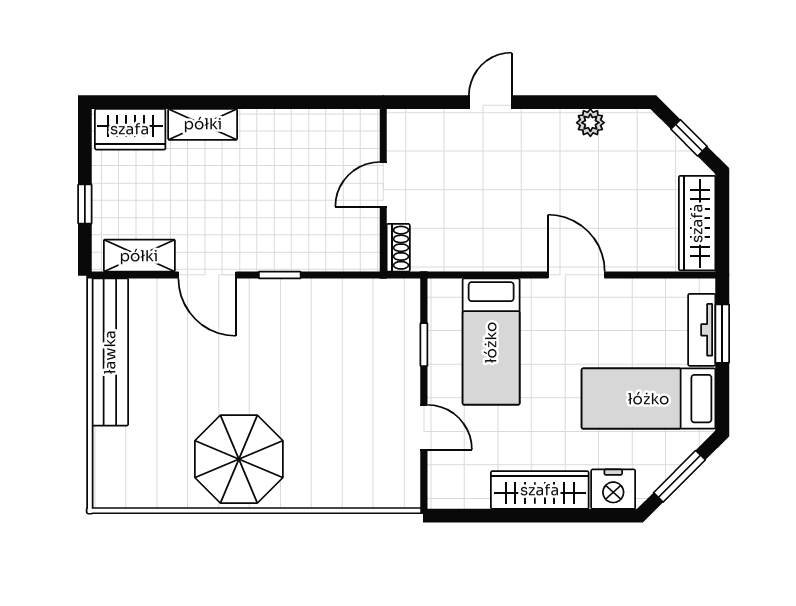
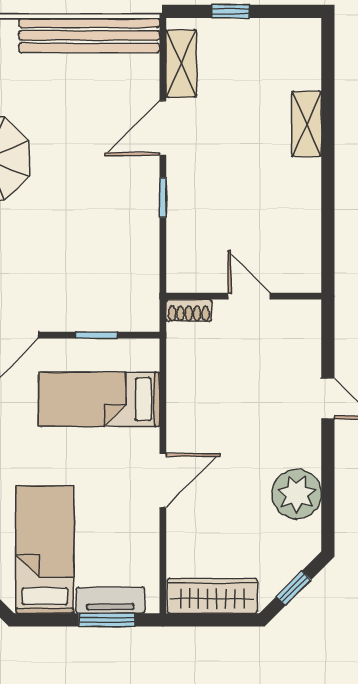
plant: (590, 123) -> (297, 494), width x1.88, depth x1.88
wardrobe: (130, 129) -> (302, 55), removed

